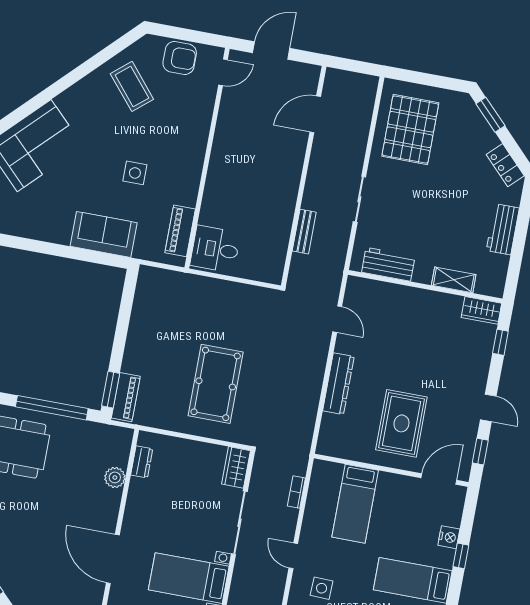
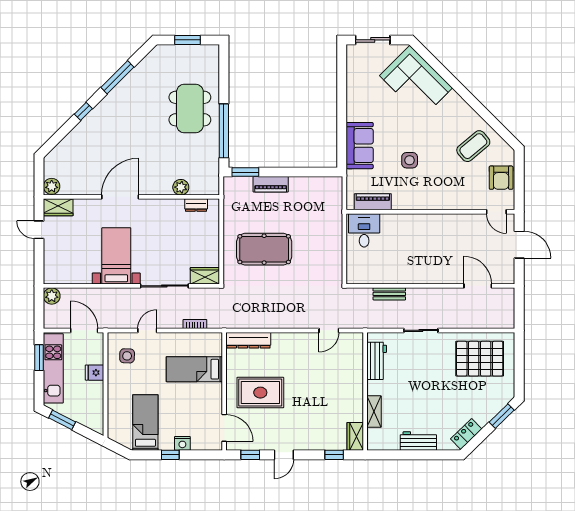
dresser: (338, 384) -> (248, 340), moved
piano: (126, 397) -> (271, 184), moved

